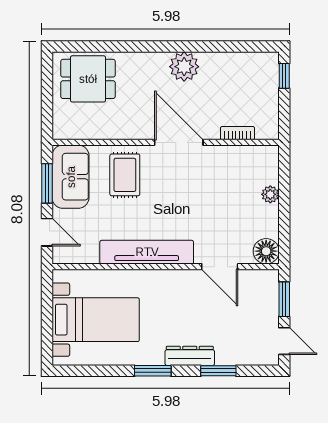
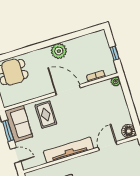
window: (284, 76) -> (115, 53), moved
plant: (270, 194) -> (116, 81), moved
door: (220, 267) -> (108, 146), swing flipped

